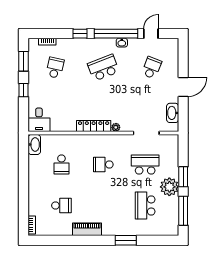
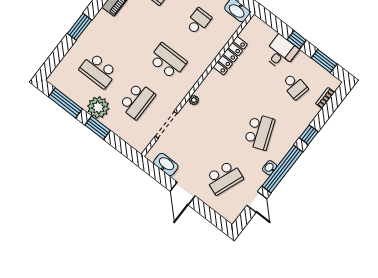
school desk: (152, 68) -> (224, 178), width x1.85
desk: (39, 120) -> (281, 52), moved, turned 90
locker: (94, 126) -> (230, 56), moved
school desk: (61, 164) -> (198, 21), turned 90
school desk: (103, 164) -> (168, 61), width x1.85
school desk: (145, 205) -> (98, 71), turned 180

